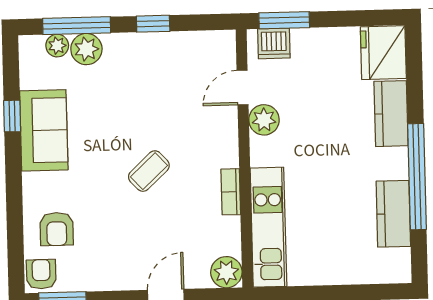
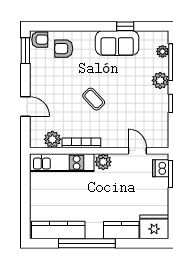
plant: (86, 49) -> (160, 80), moved
plant: (264, 120) -> (103, 162), moved
bookcase: (231, 192) -> (81, 143), width x1.56
kitchen counter: (393, 214) -> (58, 230), width x1.50
plant: (226, 272) -> (52, 139), moved

